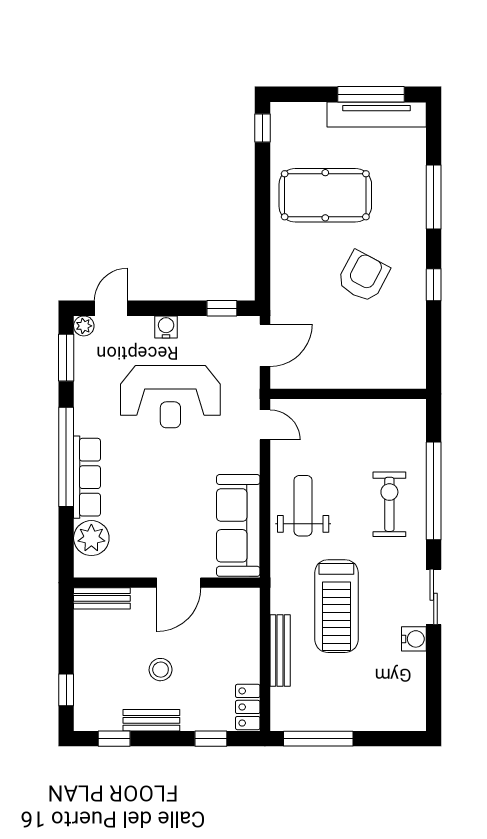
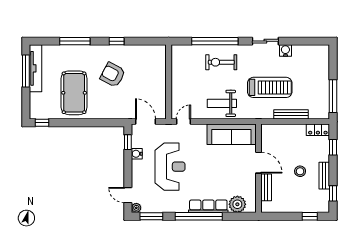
water cooler: (166, 327) -> (137, 154), moved
bench: (102, 598) -> (266, 187), moved

